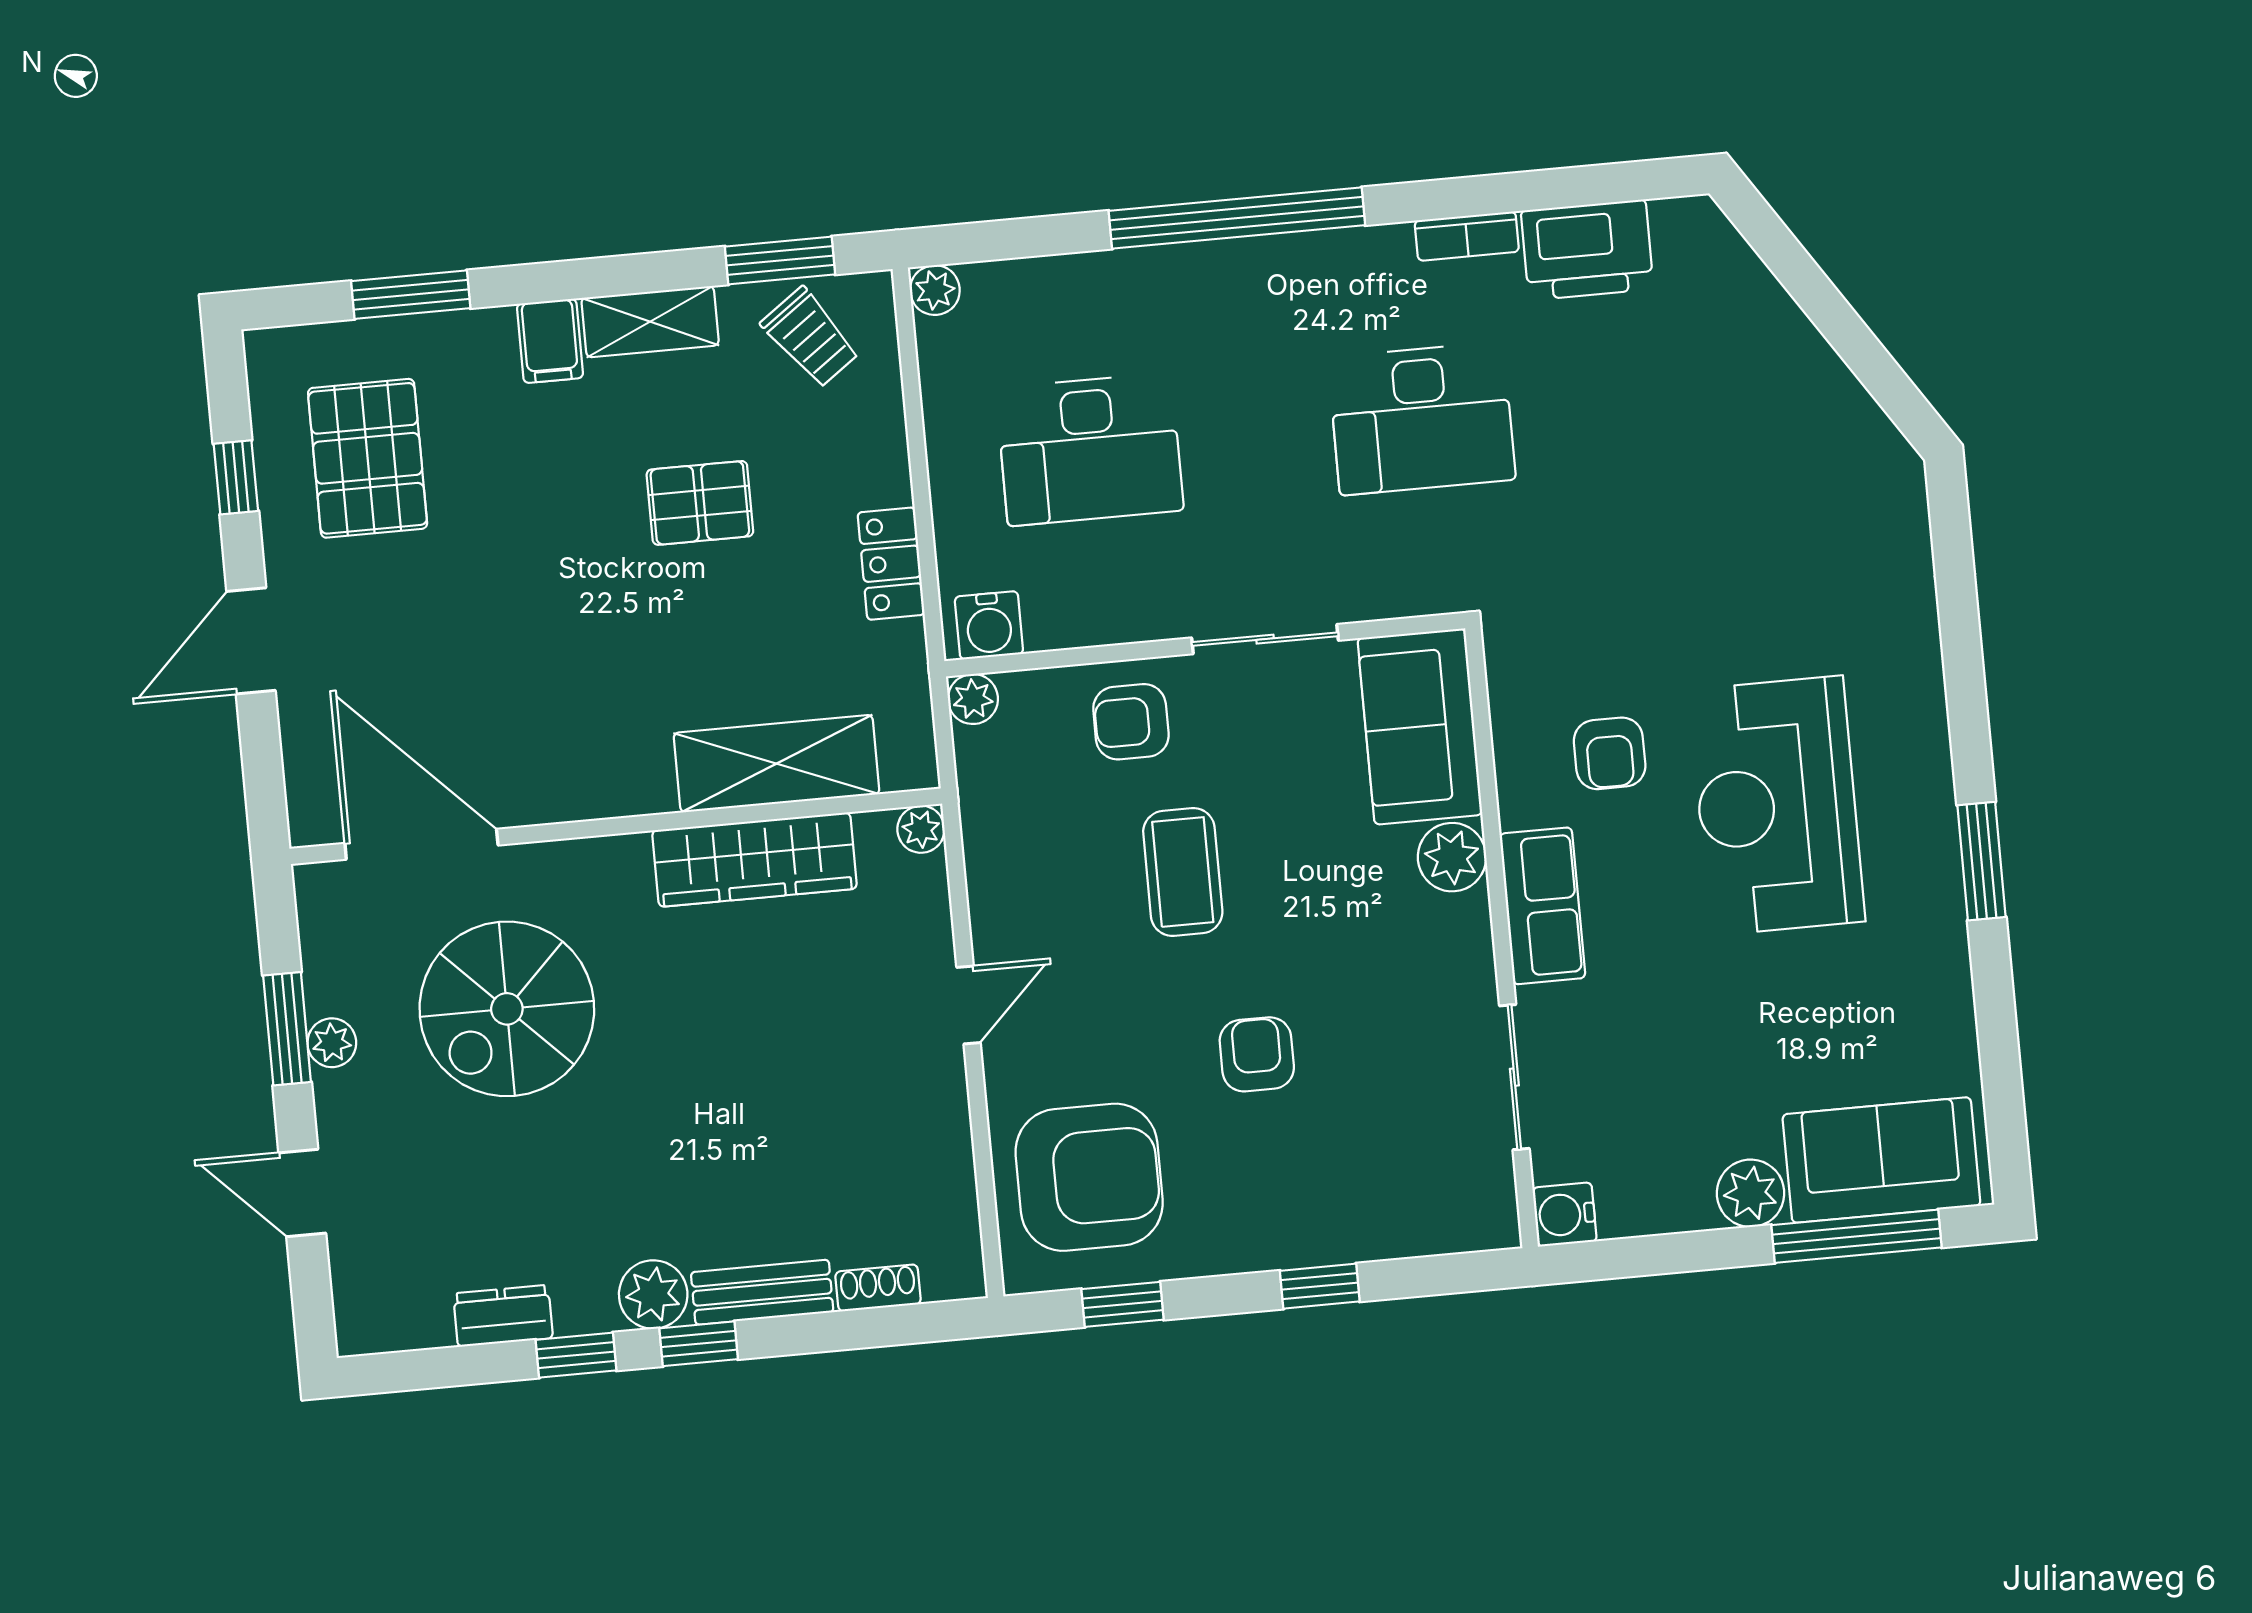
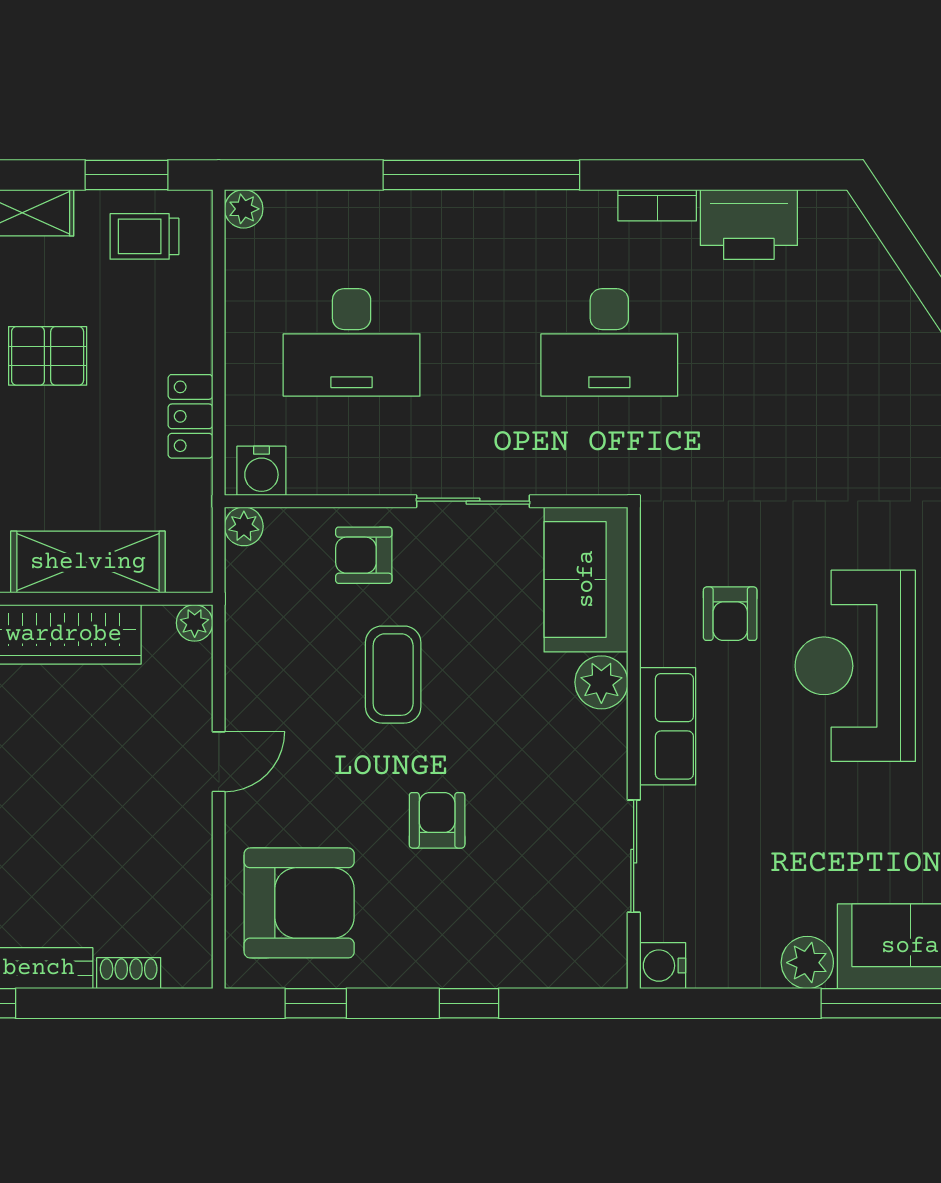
trolley: (810, 337) -> (144, 236), turned 126

